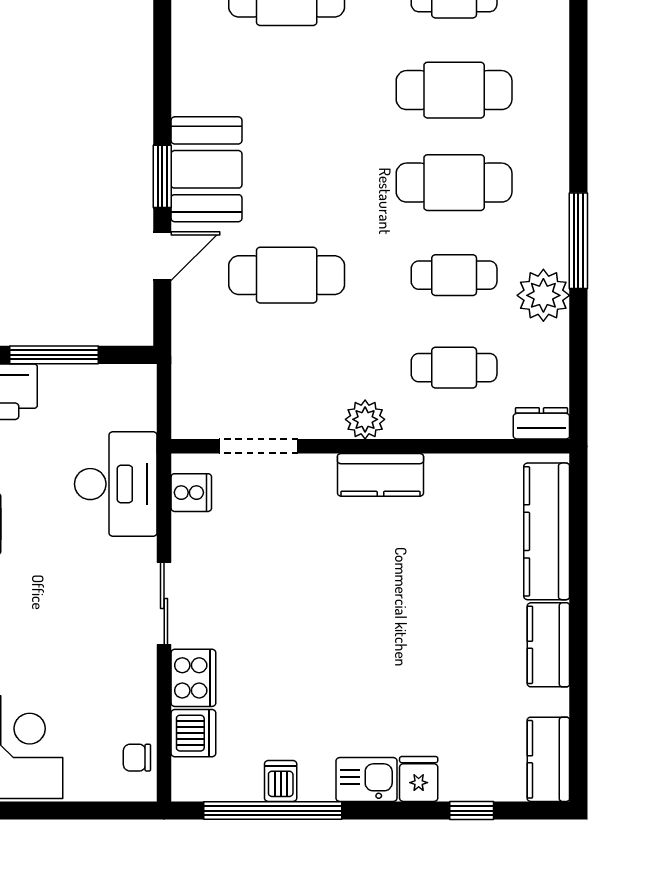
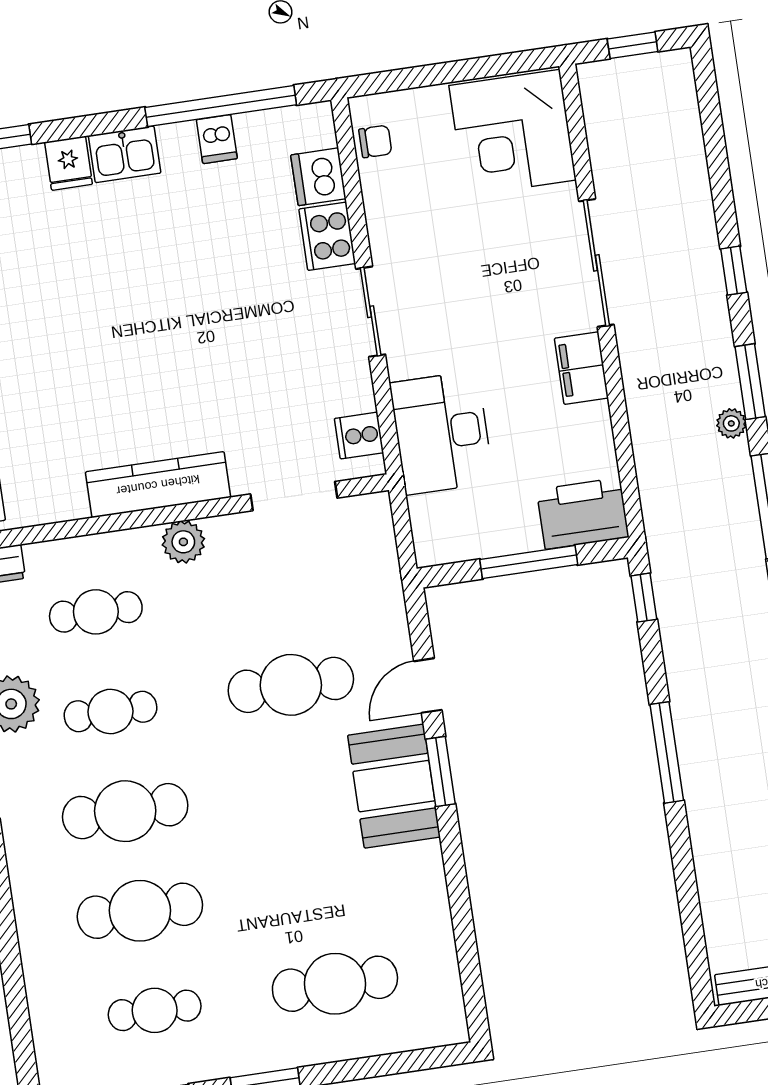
kitchen counter: (380, 475) -> (158, 485), width x1.50

